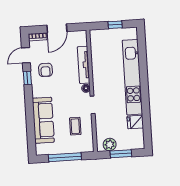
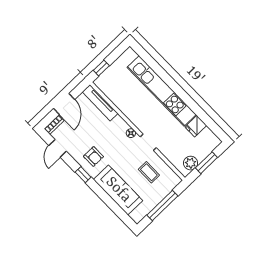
window: (115, 25) -> (101, 68), moved
tv unit: (84, 65) -> (100, 103), moved
armchair: (45, 70) -> (93, 156), moved
window: (27, 78) -> (83, 175), moved

